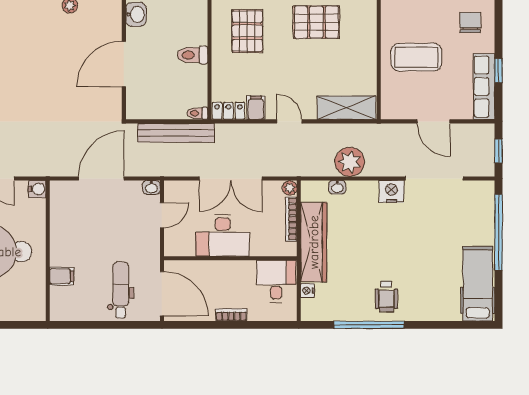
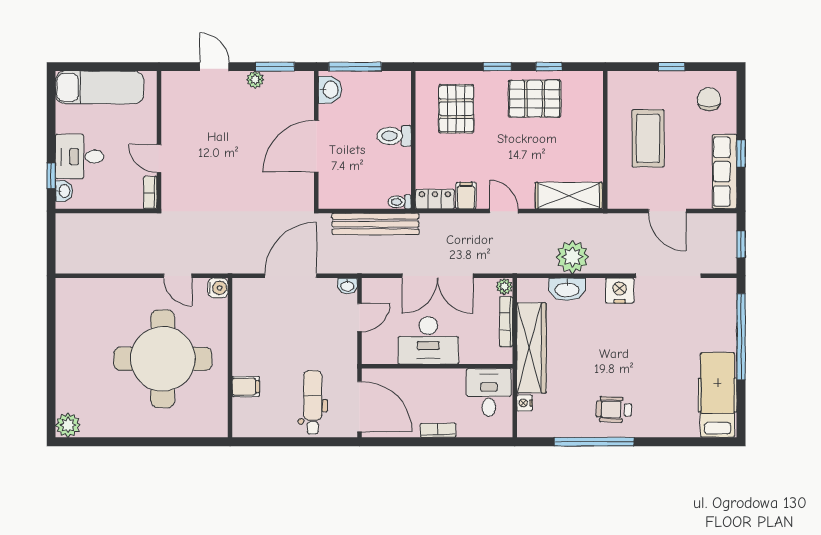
coffee table: (416, 57) -> (648, 138), turned 90
washbasin: (337, 187) -> (567, 289), width x1.91, depth x1.45
wheelchair: (386, 296) -> (614, 409), turned 92

